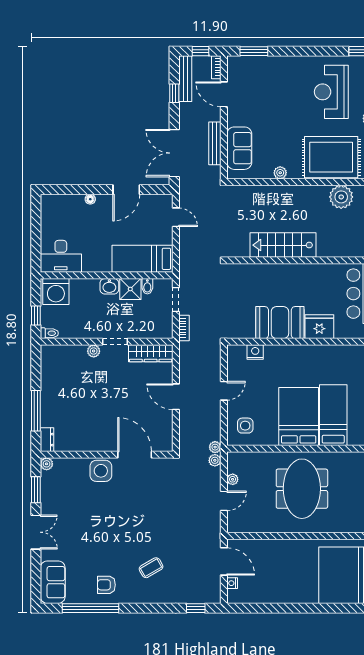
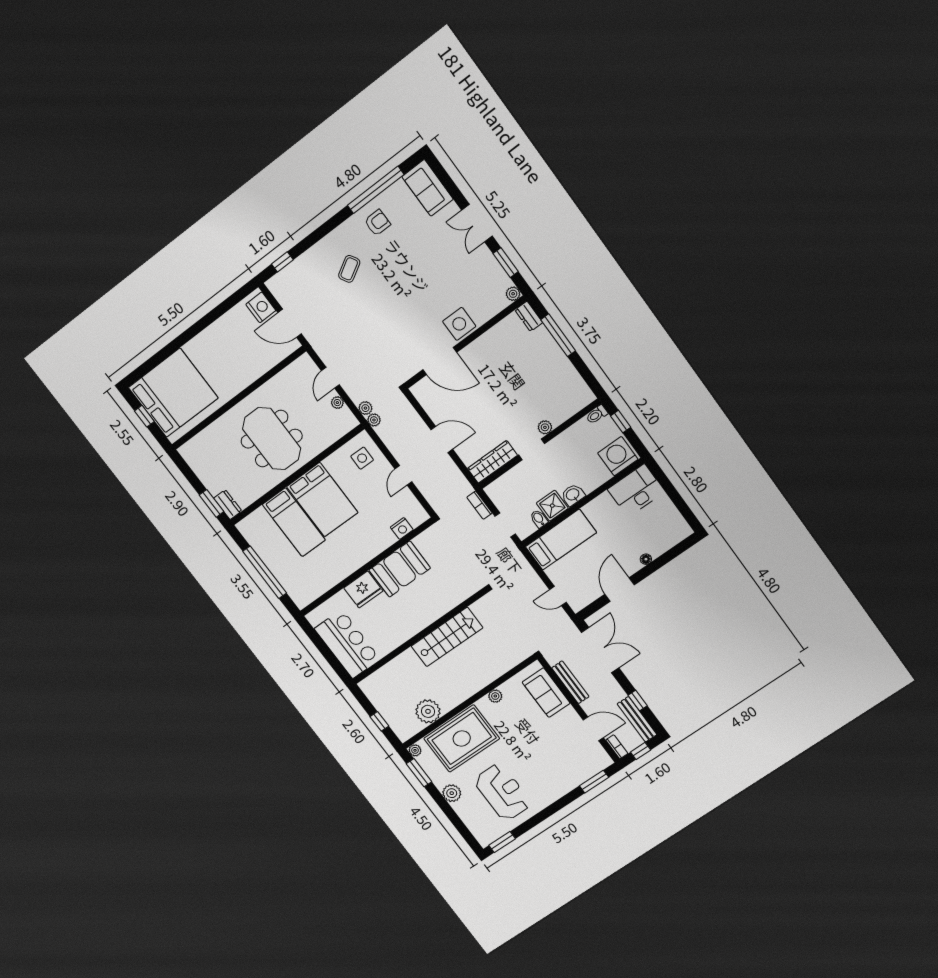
nightstand: (232, 583) -> (261, 307), width x1.89, depth x1.79

